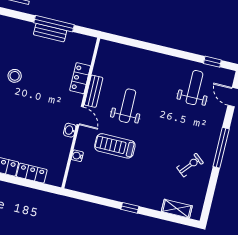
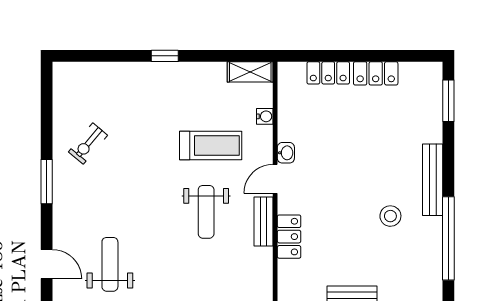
weight bench: (194, 88) -> (110, 264), turned 180
door: (80, 116) -> (275, 179), hinge flipped
window: (221, 148) -> (47, 182), width x0.69
shelving: (177, 209) -> (250, 72), moved

